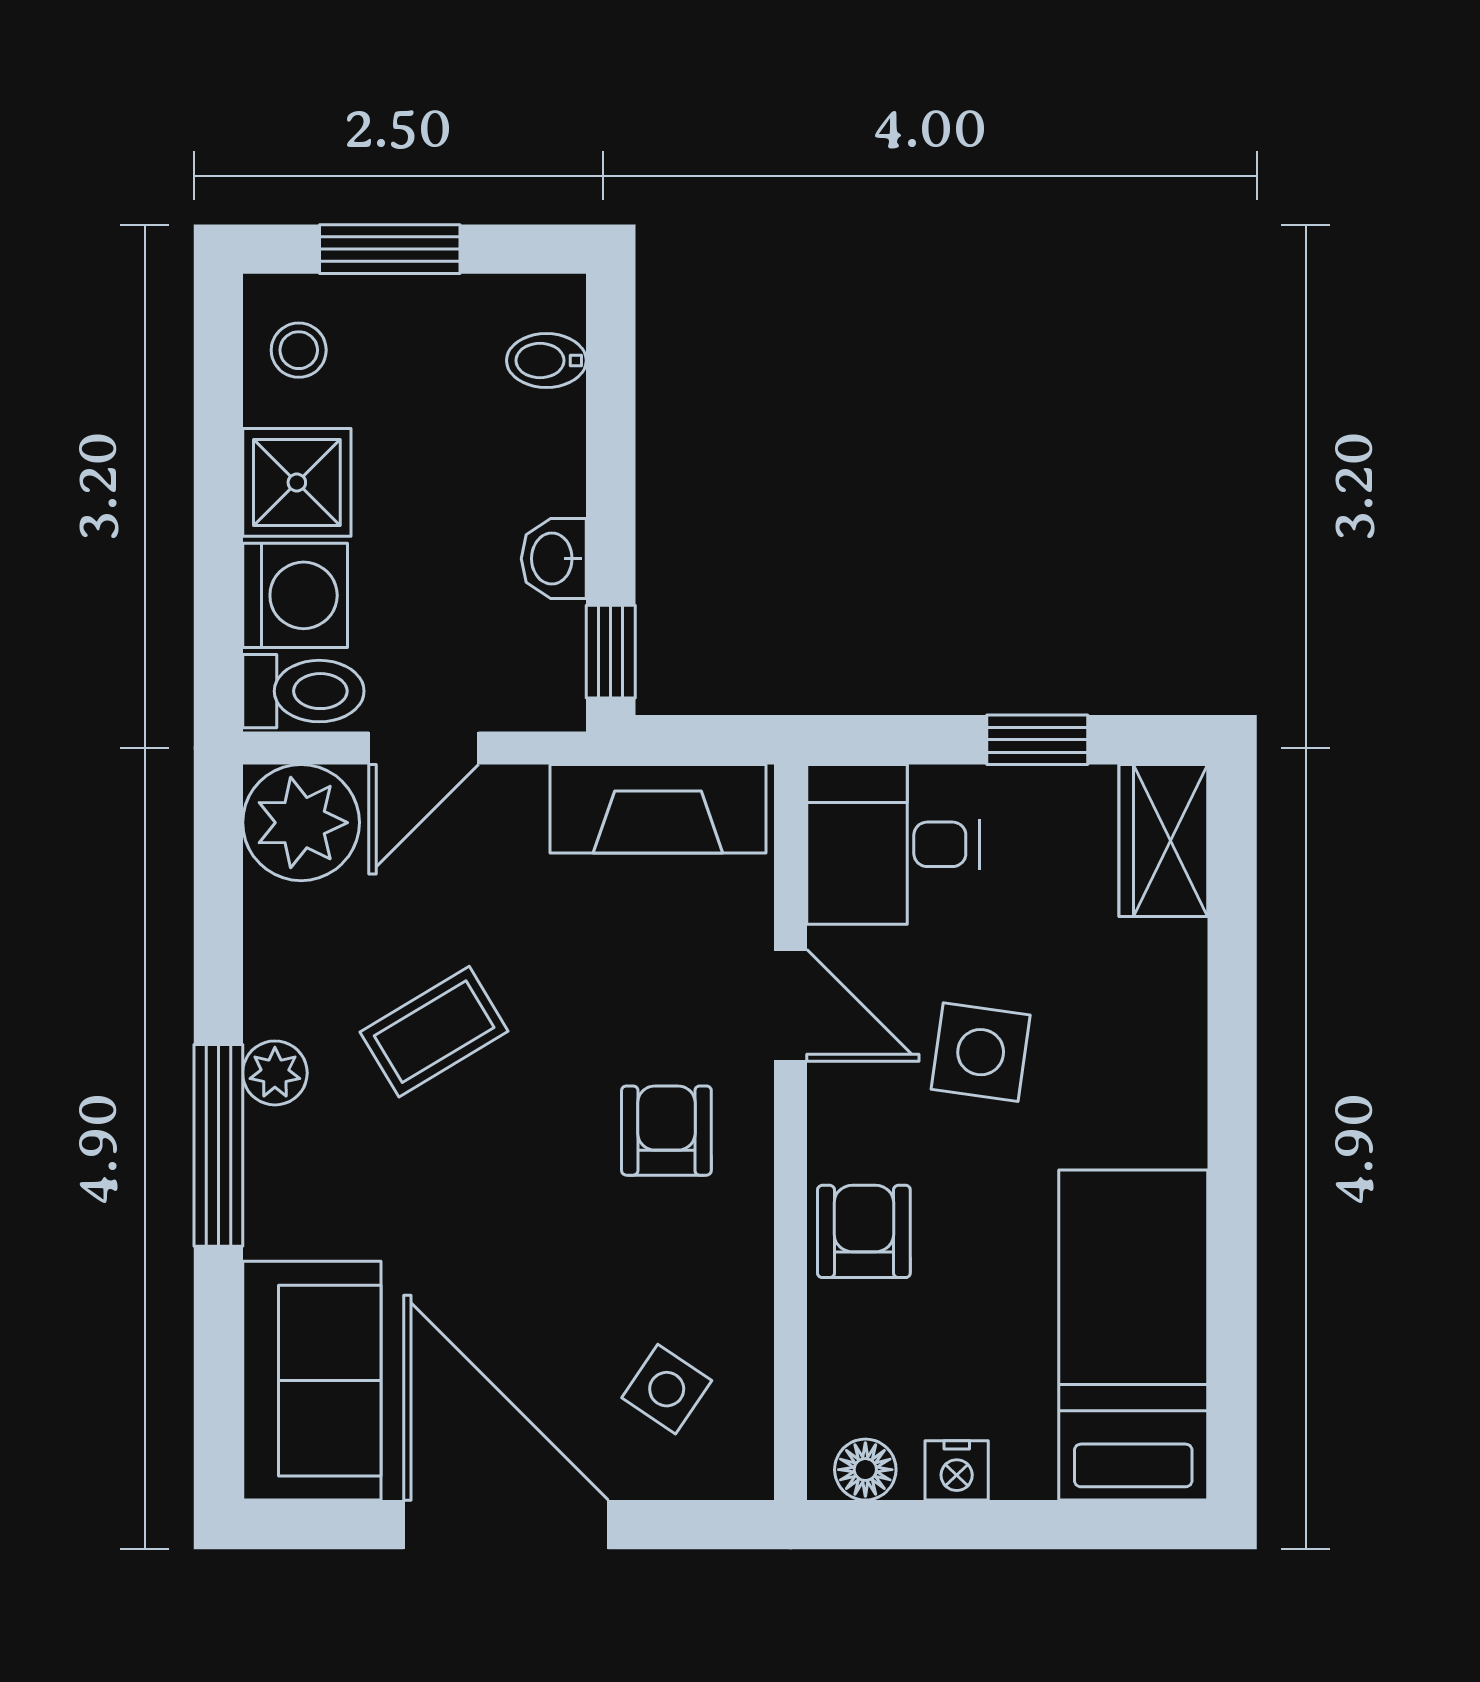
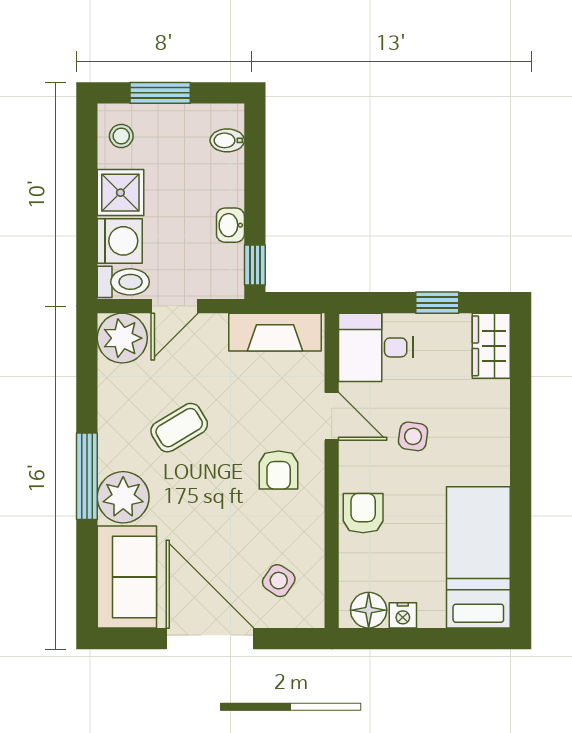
side table: (981, 1052) -> (413, 436), width x0.73, depth x0.73
plant: (275, 1073) -> (123, 497), moved, width x1.87, depth x1.87
armchair: (666, 1131) -> (279, 470), turned 180
floor lamp: (865, 1470) -> (369, 610), width x1.37, depth x1.37

